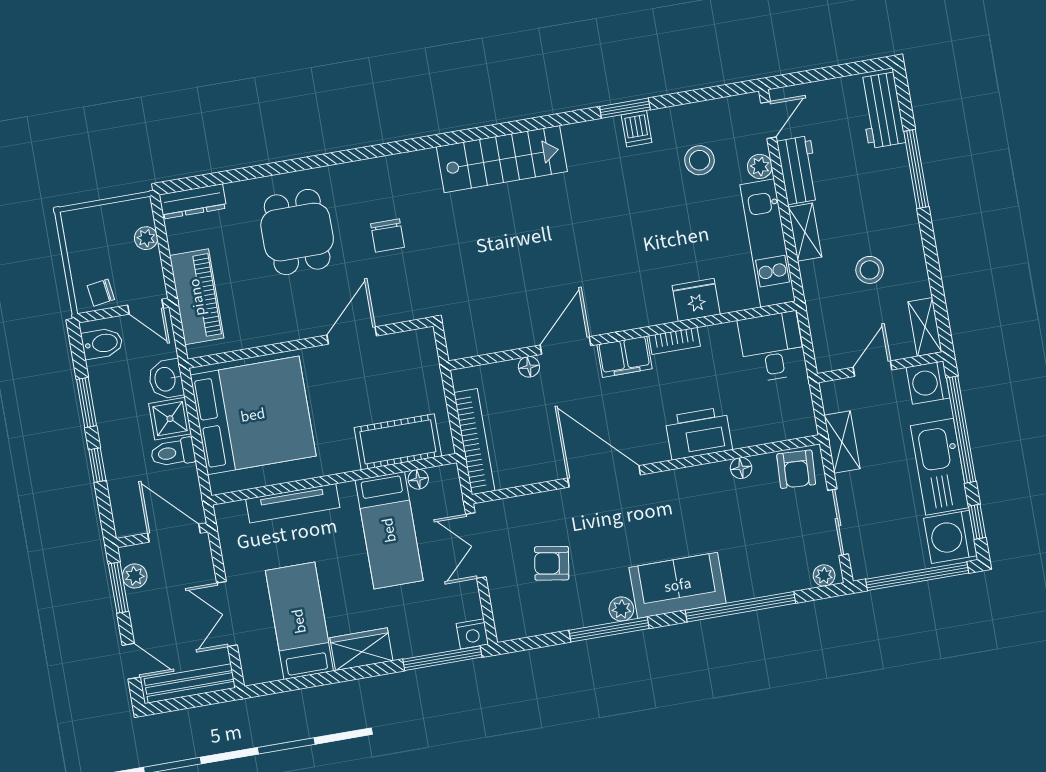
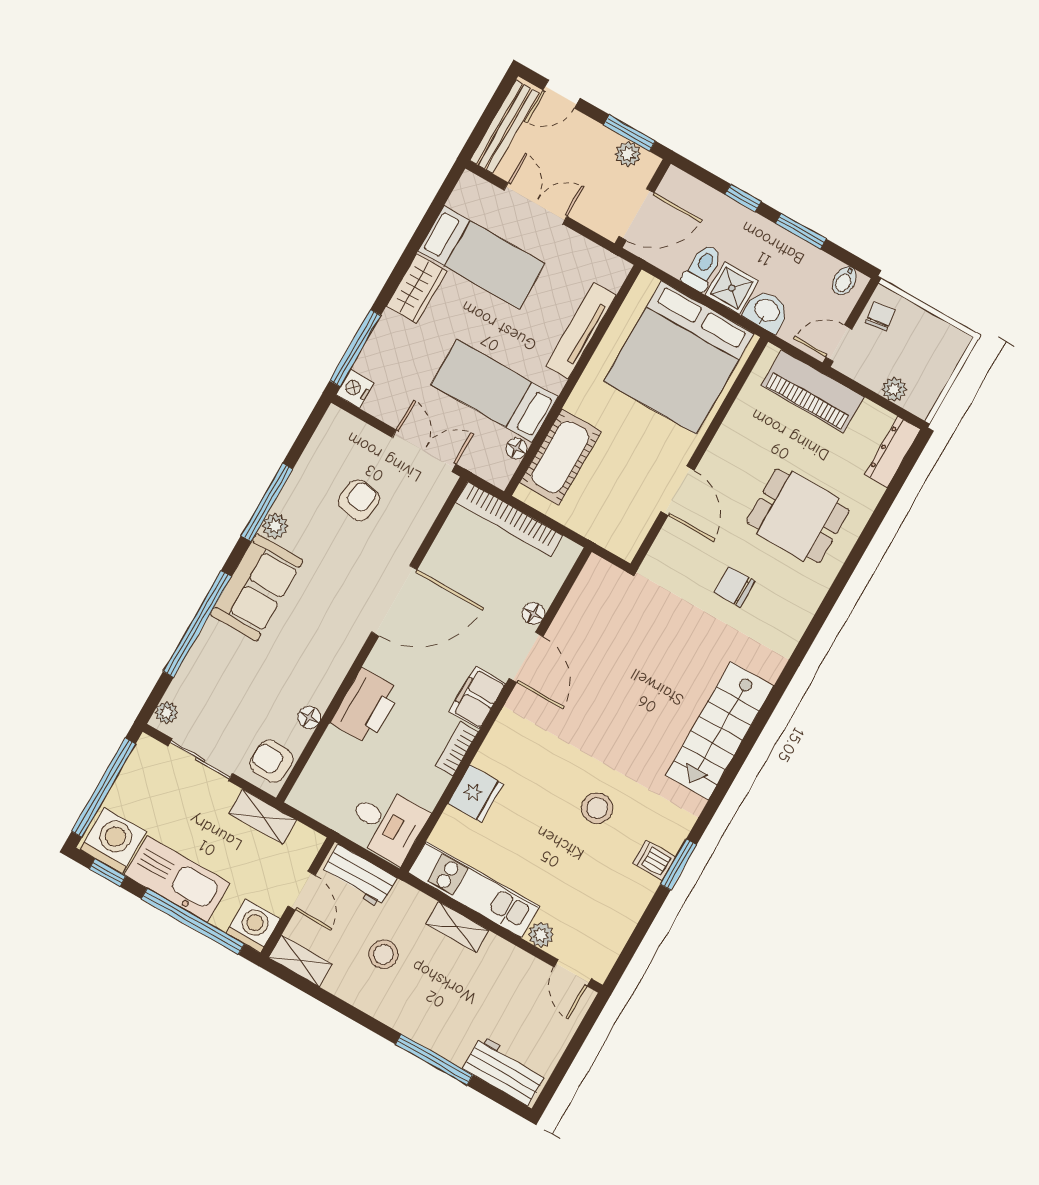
stool: (699, 160) -> (597, 808), moved
workbench: (799, 170) -> (359, 876), moved
bidet: (102, 343) -> (844, 281), width x0.72, depth x0.74

